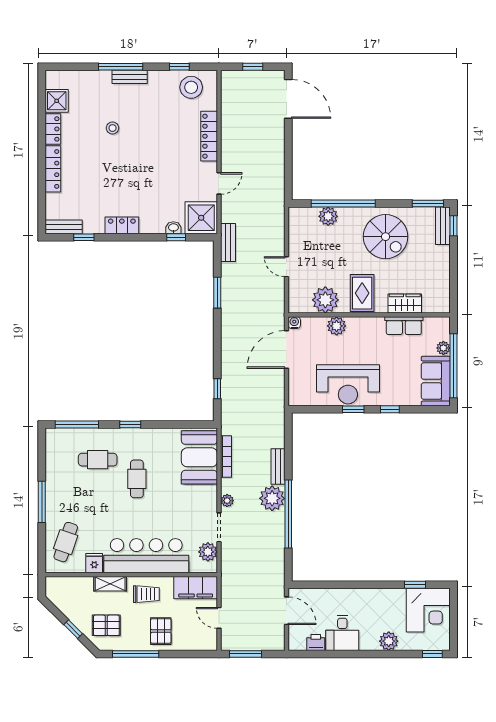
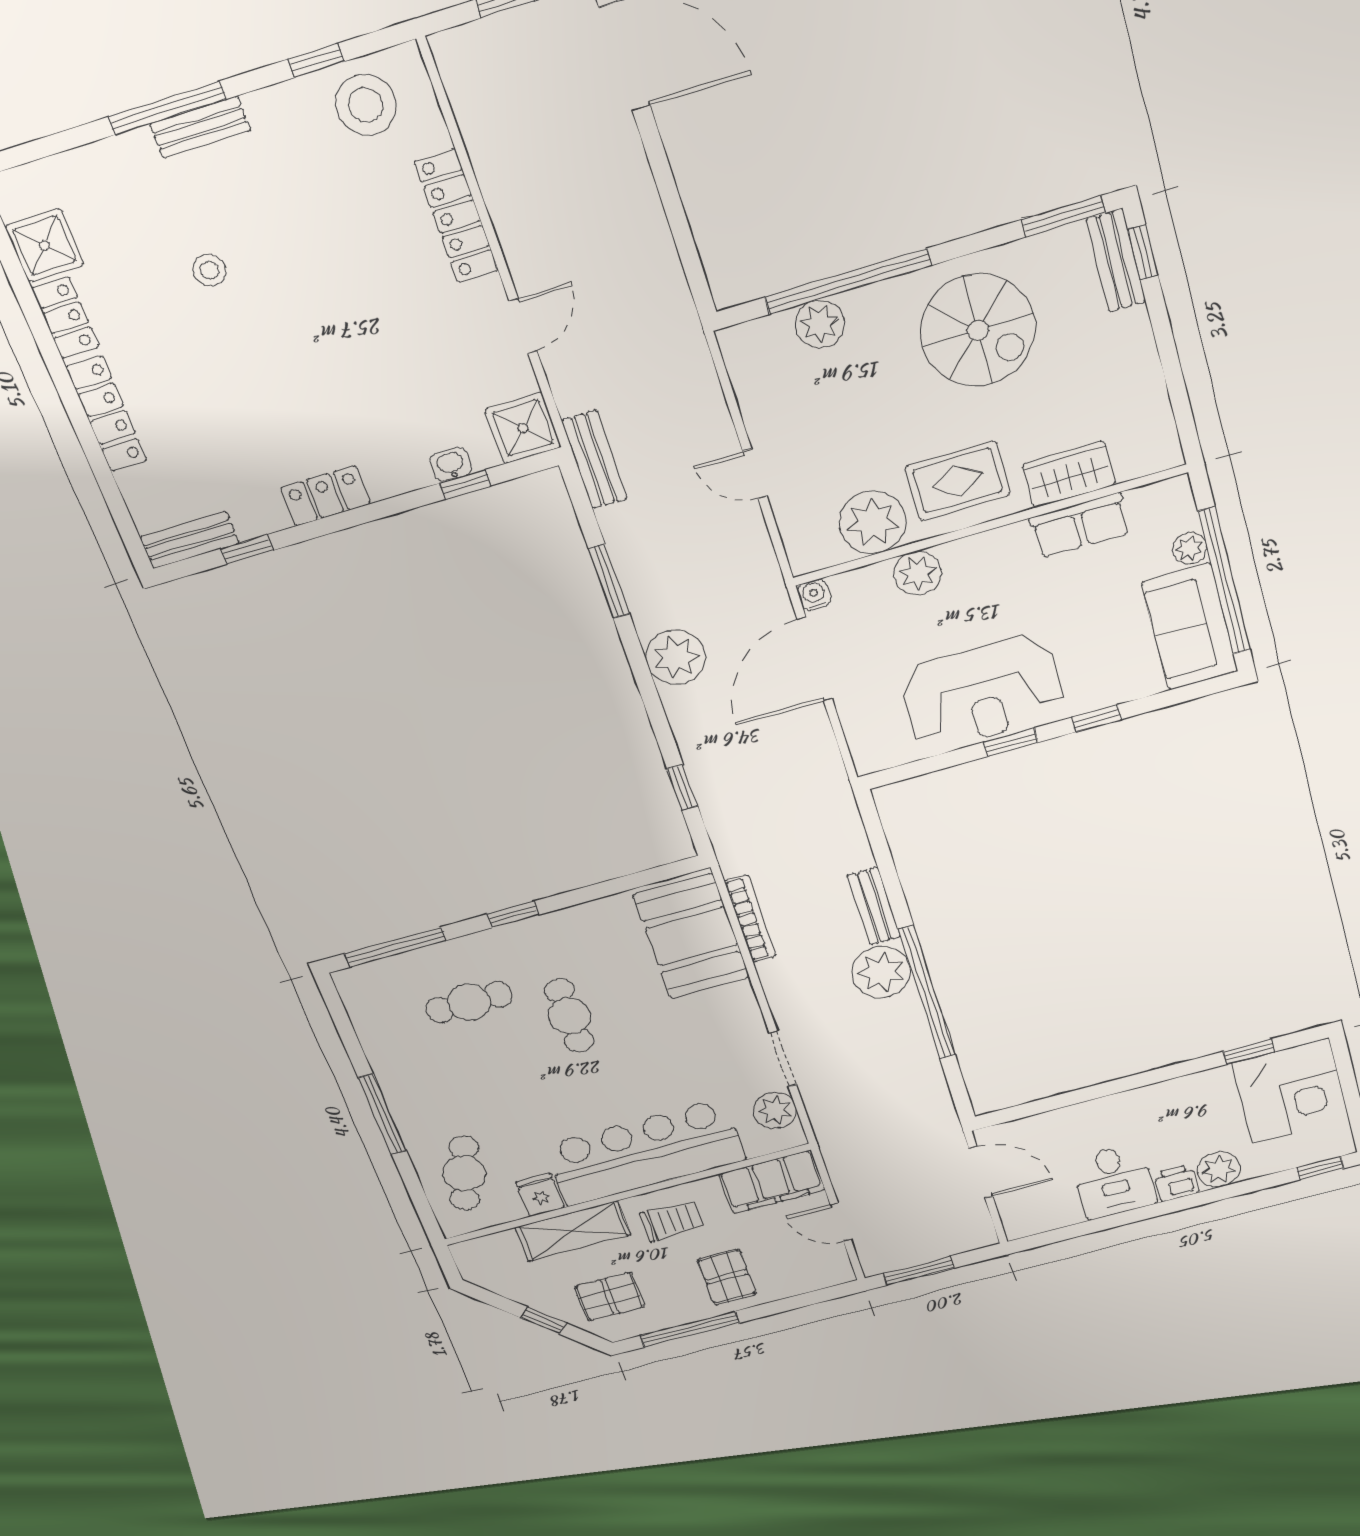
shower: (201, 218) -> (523, 428), width x0.73, depth x0.73
rug: (362, 293) -> (958, 481), turned 90
plant: (227, 501) -> (676, 657), moved, width x1.88, depth x1.88
shelving: (110, 584) -> (573, 1231), width x1.50, depth x1.33
printer: (316, 643) -> (1176, 1183), moved

